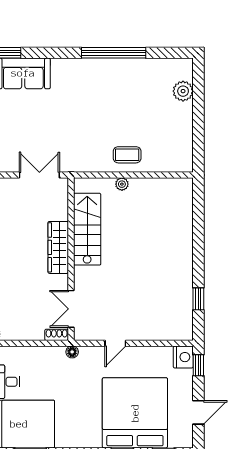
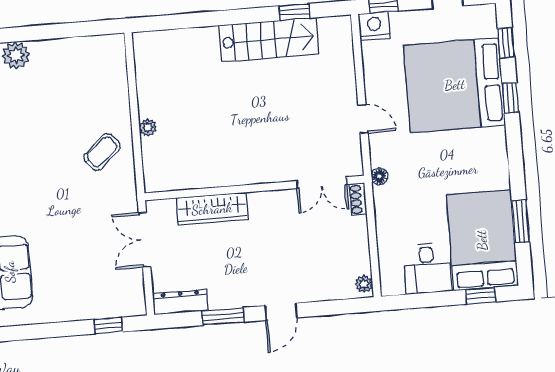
coffee table: (127, 155) -> (102, 152), moved, turned 48
stairs: (87, 229) -> (269, 40), moved, turned 180
wardrobe: (58, 247) -> (212, 209), moved

